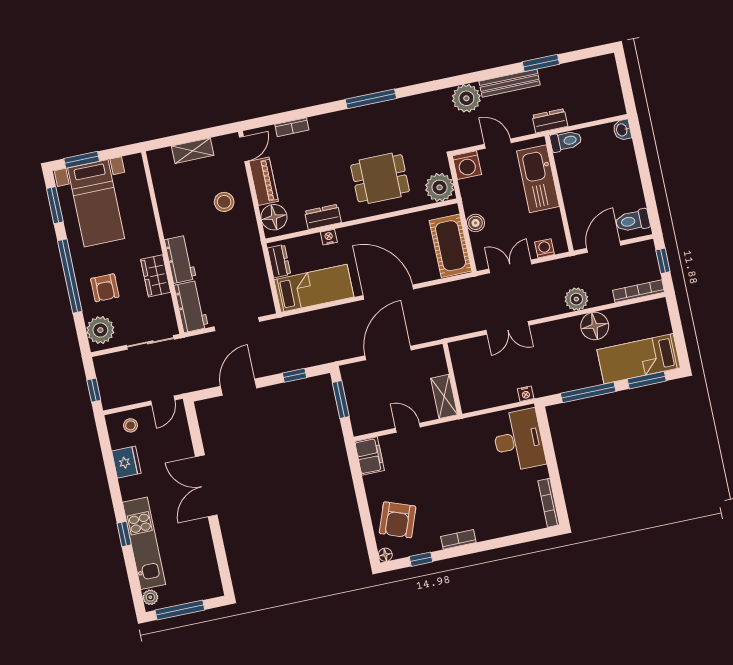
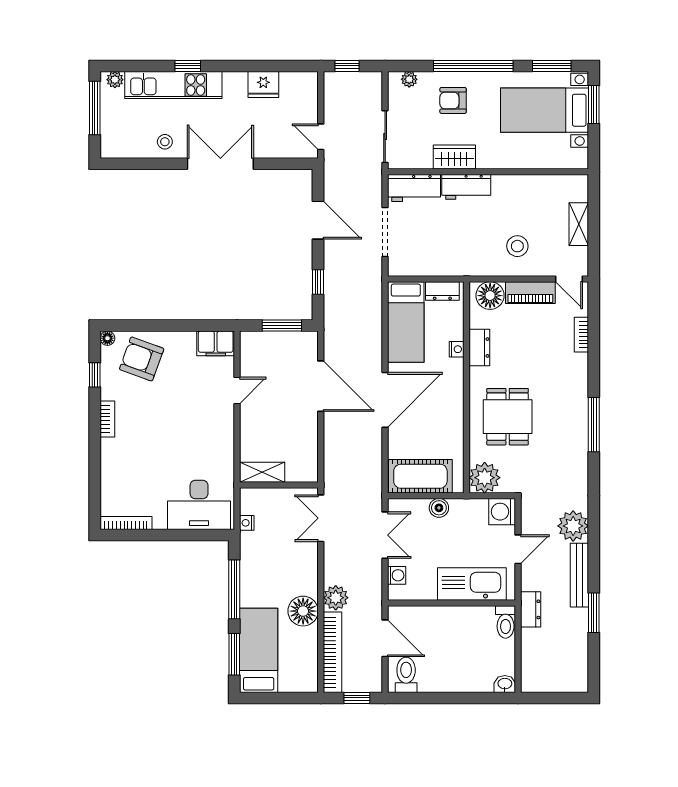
bookcase: (639, 291) -> (332, 652), width x1.48, depth x1.31
plant: (100, 330) -> (409, 79), width x0.53, depth x0.53
wall: (452, 379) -> (279, 485), moved
shelving: (444, 396) -> (262, 472), moved
stool: (130, 425) -> (165, 142), moved

